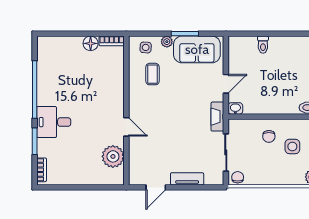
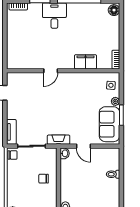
floor lamp: (91, 43) -> (114, 10), moved
coffee table: (152, 74) -> (91, 91), removed
filing cabinet: (115, 81) -> (86, 62), added
side table: (292, 146) -> (36, 197), removed
plant: (113, 156) -> (28, 61), removed
tv unit: (187, 179) -> (11, 132), moved

